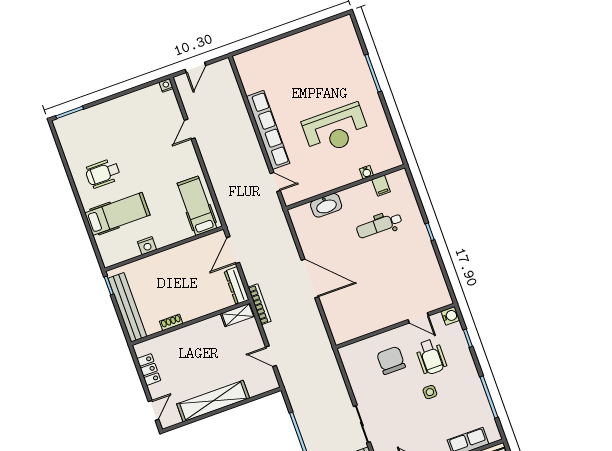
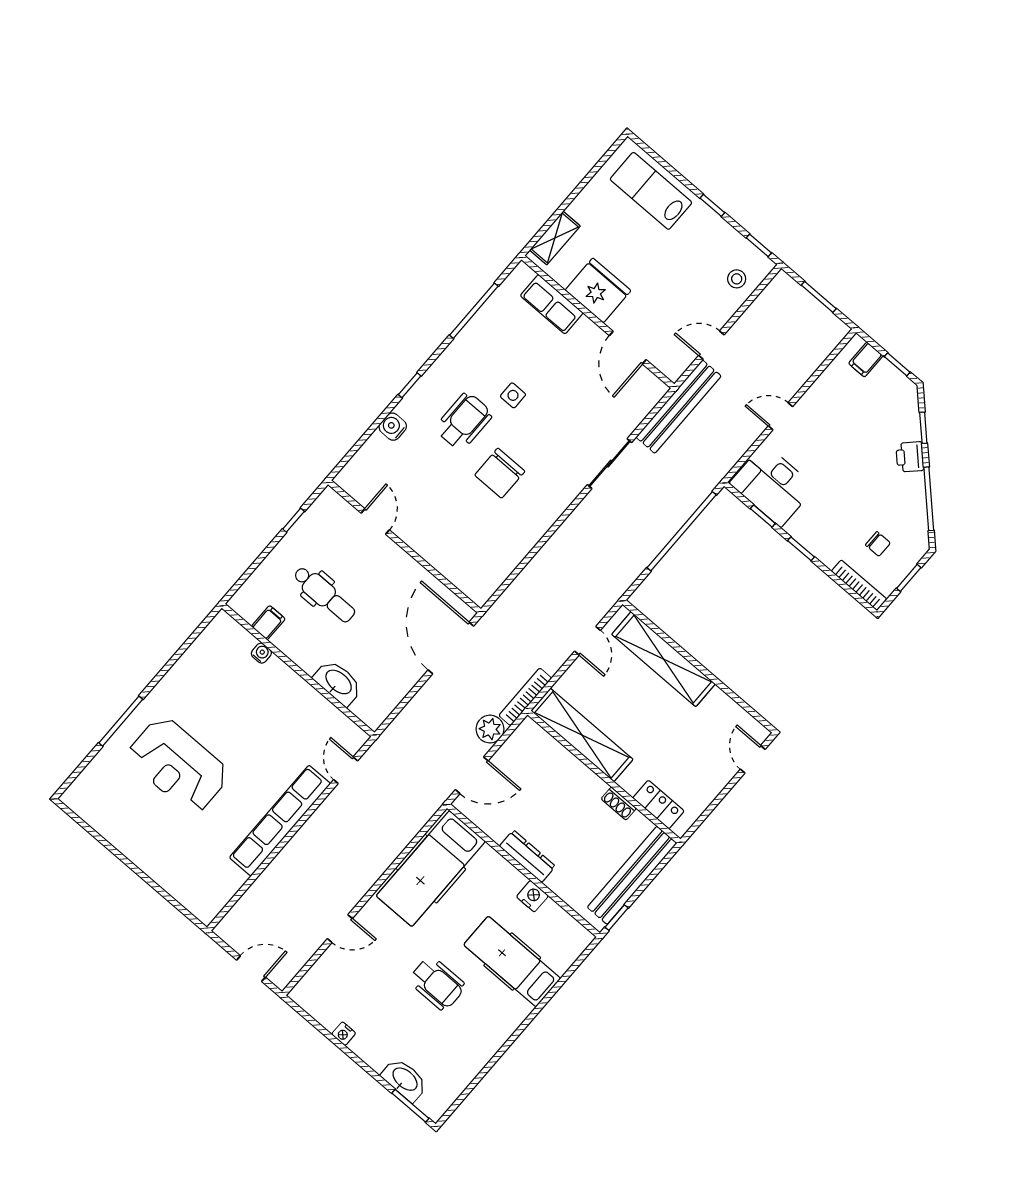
nightstand: (166, 85) -> (344, 1034), moved
washbasin: (86, 117) -> (405, 1080), added
reception desk: (336, 129) -> (178, 765), moved, turned 180
wheelchair: (103, 173) -> (437, 983), moved
hospital bed: (197, 206) -> (431, 869), width x1.37, depth x1.29
plant: (253, 275) -> (490, 729), added
dresser: (237, 286) -> (527, 856), moved, turned -90
shelving: (238, 315) -> (582, 735), width x2.20, depth x1.33
door: (418, 318) -> (375, 521), moved
wall: (395, 326) -> (404, 547), moved
locker: (149, 370) -> (658, 805), moved, turned 90
shelving: (213, 401) -> (664, 659), moved
door: (154, 410) -> (753, 759), hinge flipped

